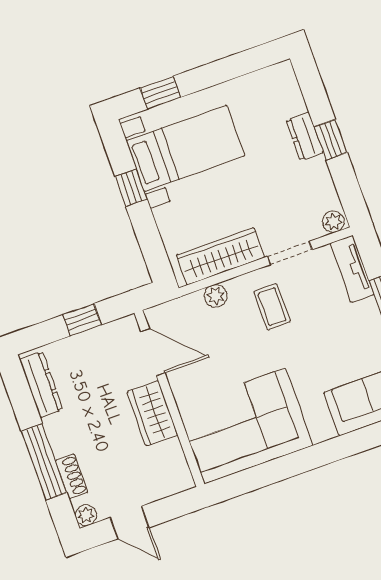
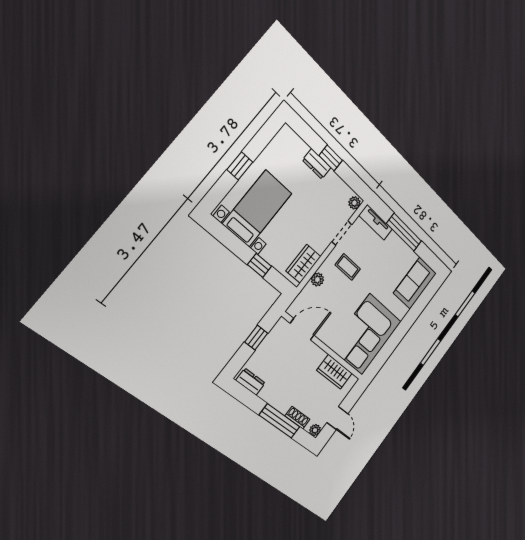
window: (160, 93) -> (240, 166), moved
window: (131, 188) -> (260, 265), moved
wardrobe: (221, 256) -> (303, 264), width x0.67
dresser: (41, 385) -> (250, 382), width x0.70
wardrobe: (152, 413) -> (335, 372), moved
door: (130, 523) -> (337, 418), hinge flipped

